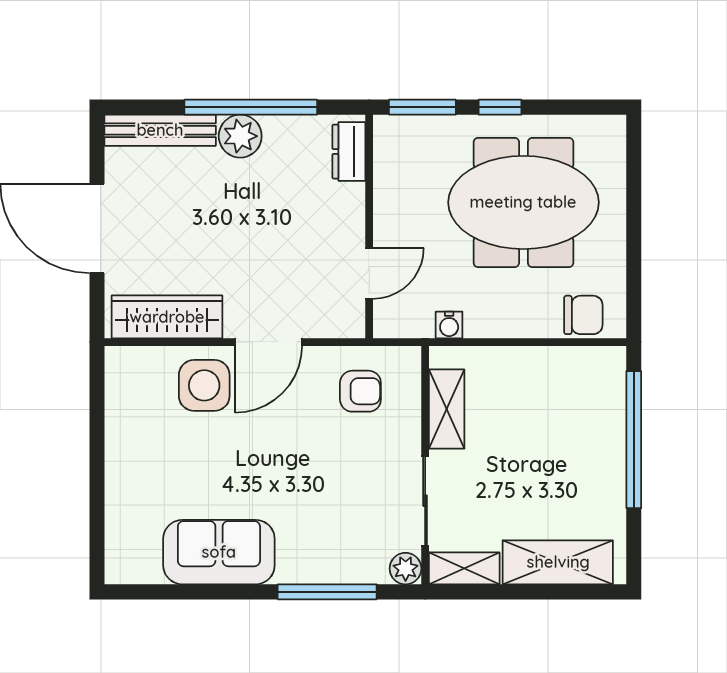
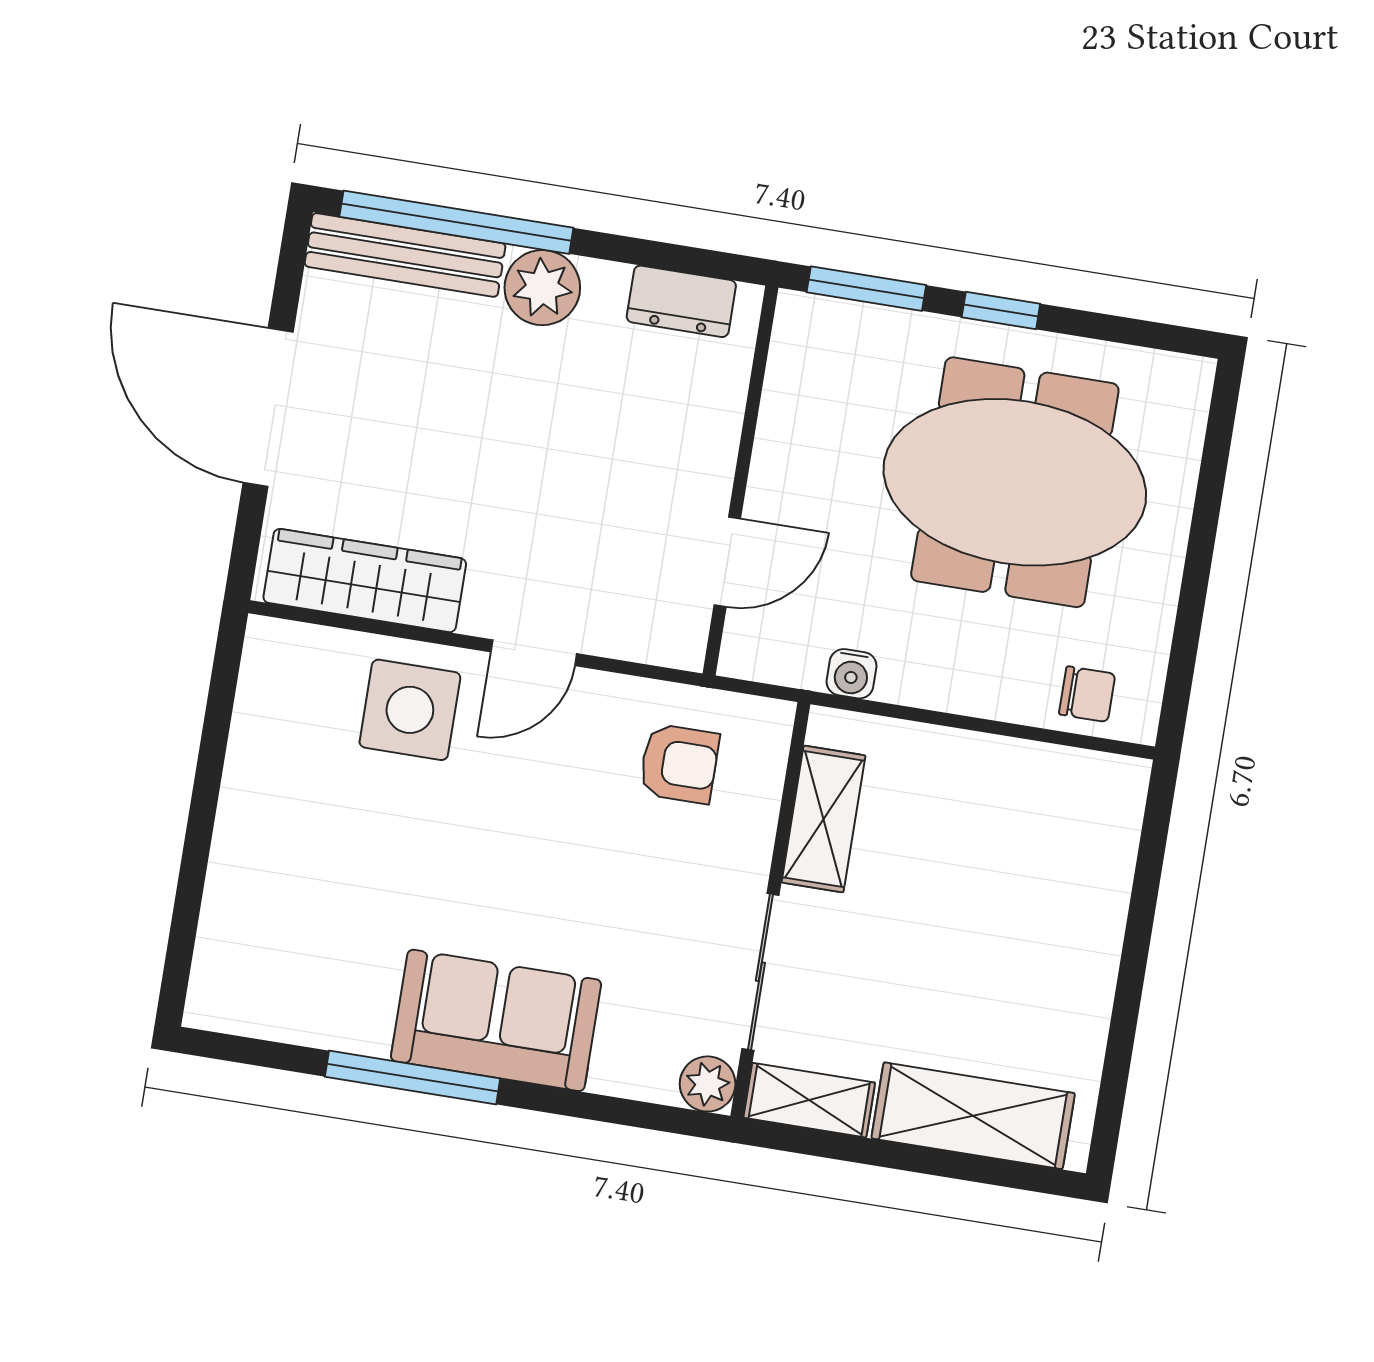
window: (251, 107) -> (456, 222), moved
dresser: (349, 152) -> (681, 301), moved, turned -90
chair: (583, 315) -> (1087, 694), width x0.73, depth x0.73
door: (269, 342) -> (534, 653), width x0.73
window: (634, 440) -> (1140, 925), removed
sofa: (219, 552) -> (496, 1020), moved
window: (327, 592) -> (413, 1078), moved

